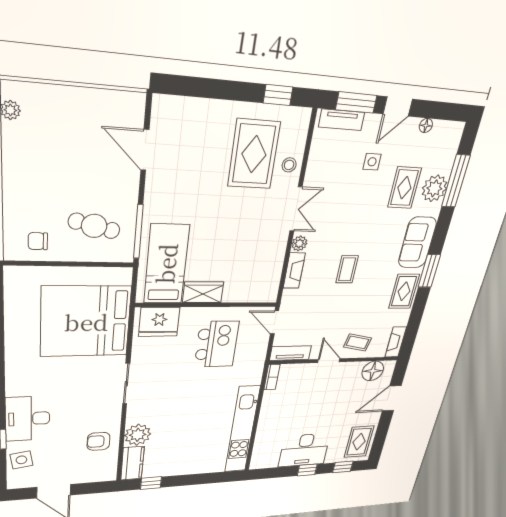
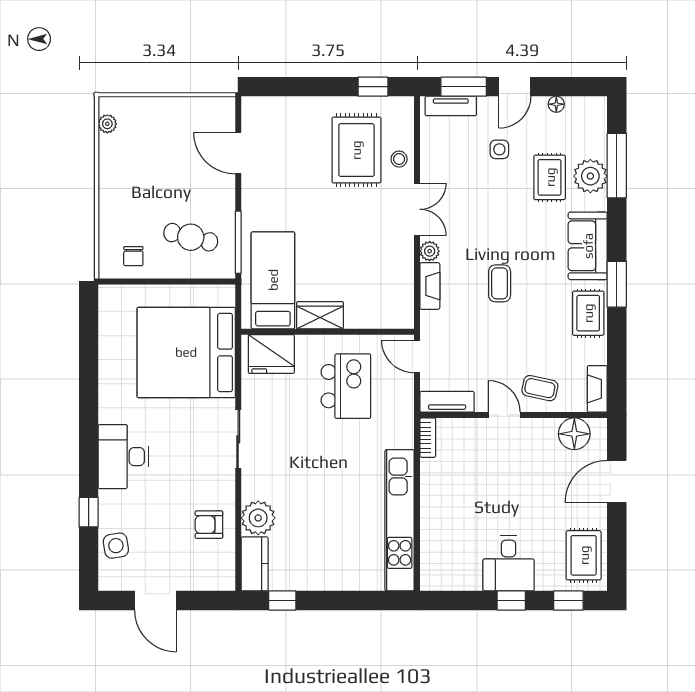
chair: (38, 241) -> (133, 256), turned -90
desk: (28, 419) -> (123, 457), moved
desk: (304, 450) -> (509, 563), width x0.73

